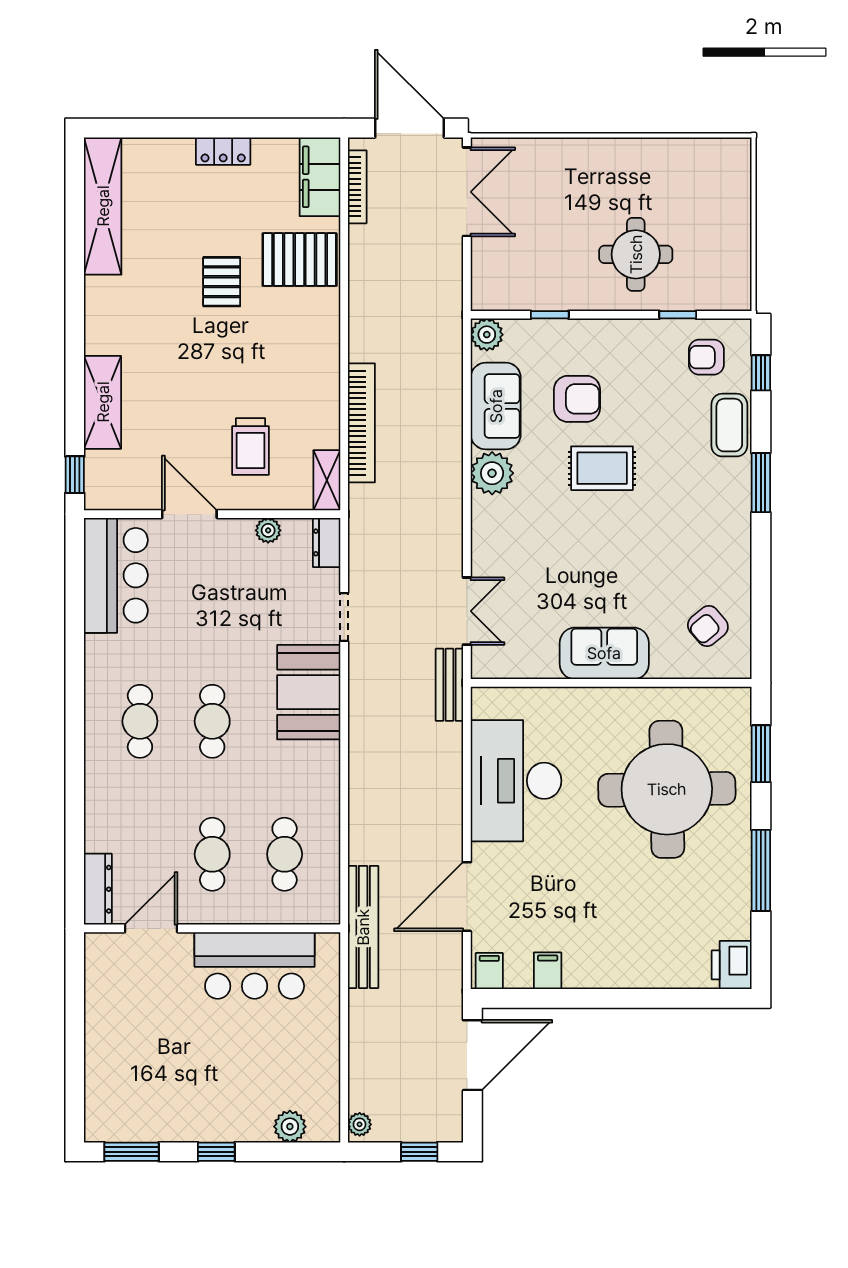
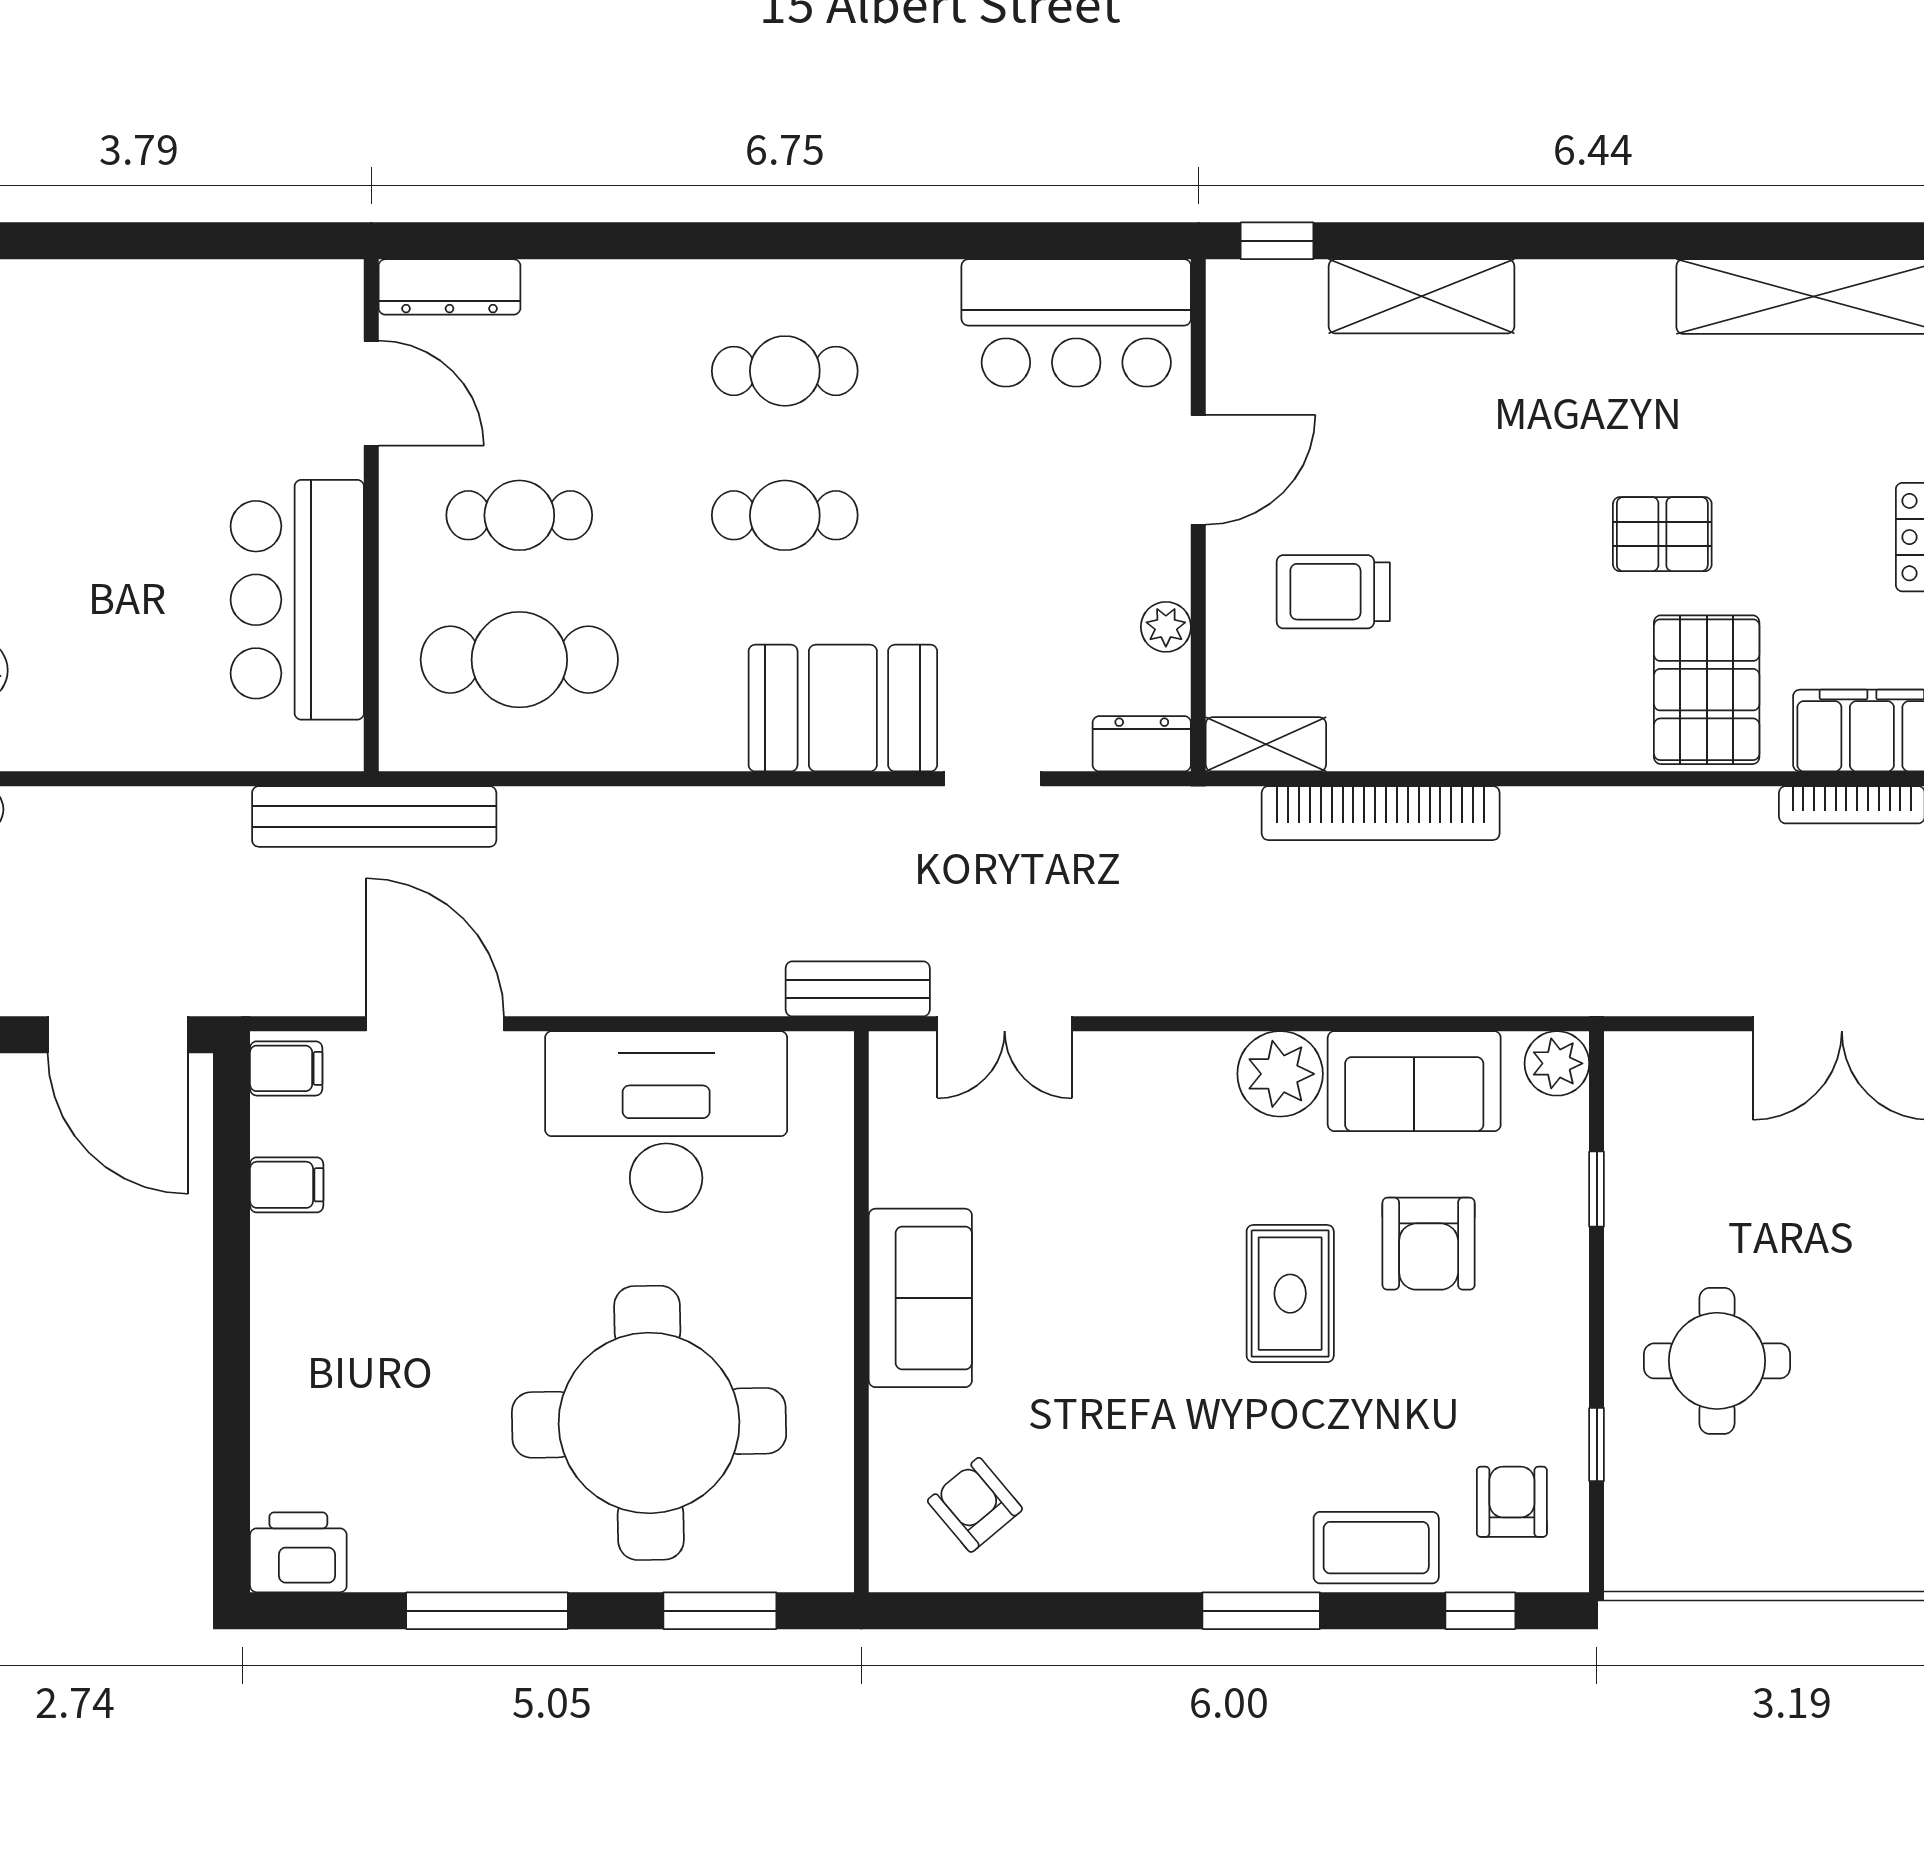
cafe table: (285, 854) -> (519, 660), width x1.37, depth x1.35

